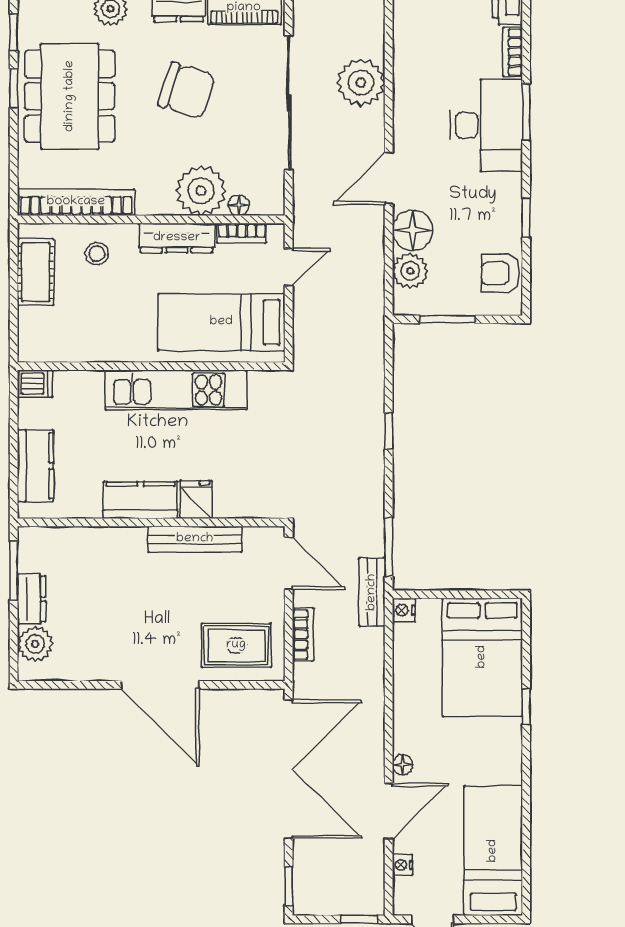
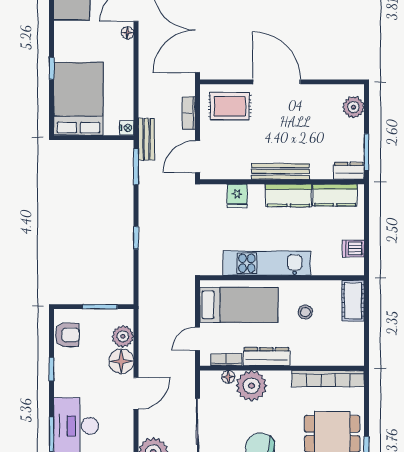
stool: (97, 254) -> (305, 312), moved
cot: (36, 272) -> (353, 301), moved
dishwasher: (35, 384) -> (353, 249), moved
kitchen counter: (35, 466) -> (335, 195), moved, turned -90
fridge: (196, 500) -> (237, 196), moved
bench: (195, 539) -> (281, 171), moved
door: (289, 563) -> (198, 157), hinge flipped
dresser: (31, 599) -> (349, 171), moved, turned 90

